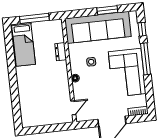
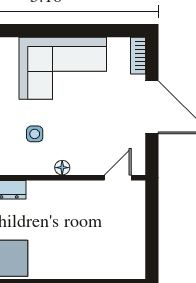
window: (145, 59) -> (41, 31), removed
door: (73, 108) -> (118, 178), hinge flipped

